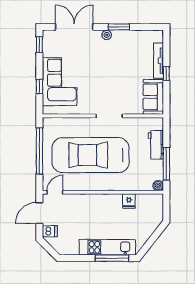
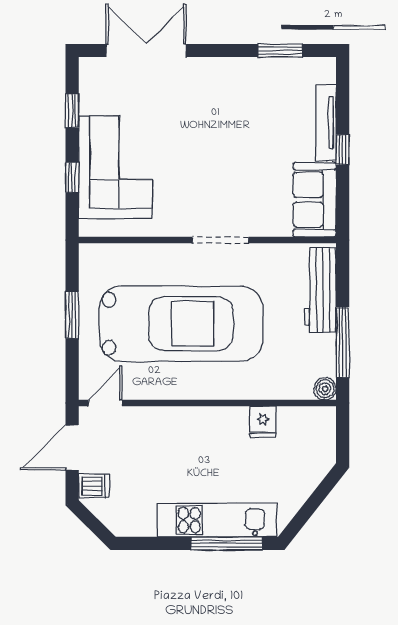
window: (119, 27) -> (280, 51), moved
plant: (107, 35) -> (215, 68), removed
window: (39, 45) -> (72, 111), moved
workbench: (156, 145) -> (320, 290), width x1.38
window: (39, 151) -> (72, 315), width x0.47
car: (91, 155) -> (181, 324), turned 180

